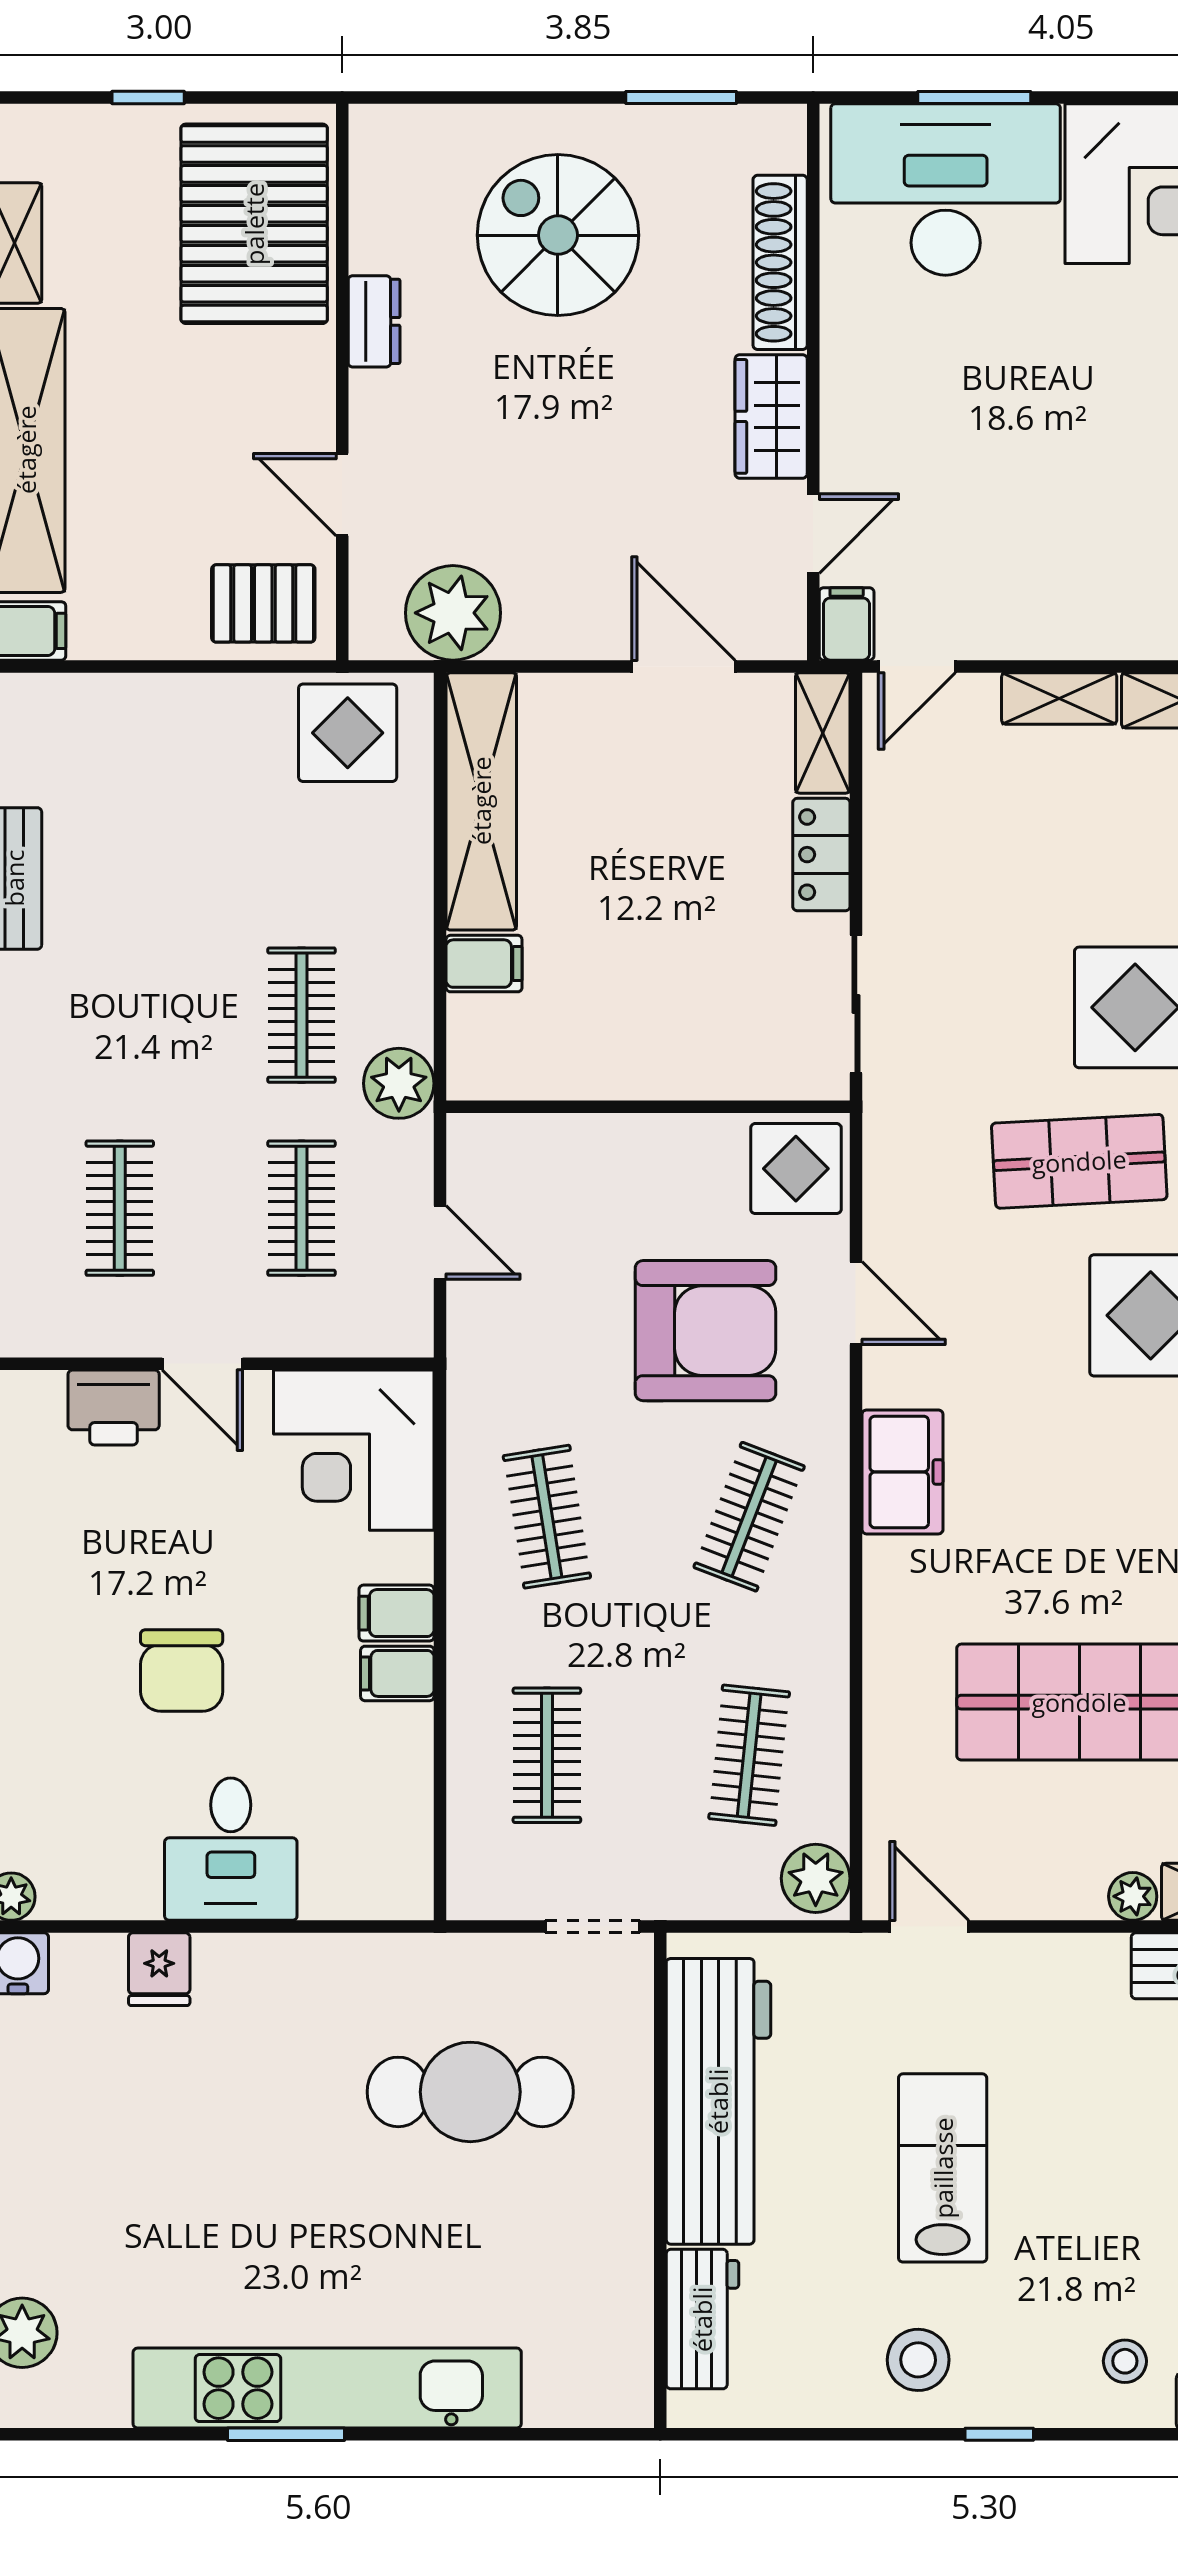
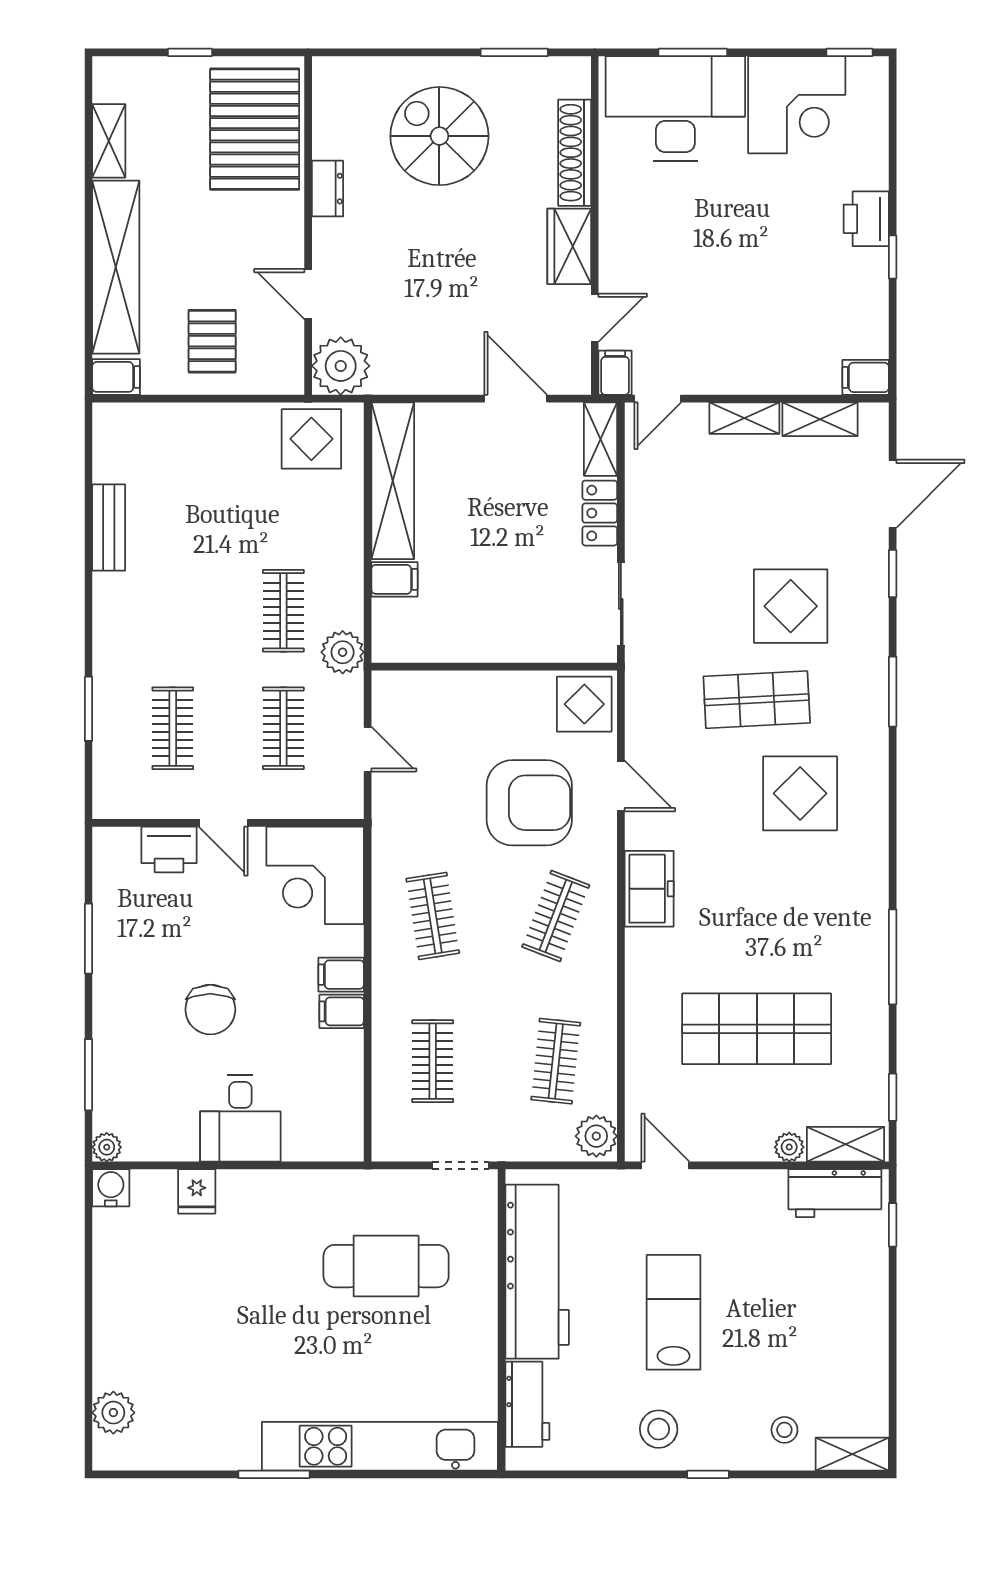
pallet: (263, 603) -> (212, 341), moved, turned 90
plant: (453, 613) -> (341, 366), moved
kitchen unit: (327, 2388) -> (380, 1446), moved

